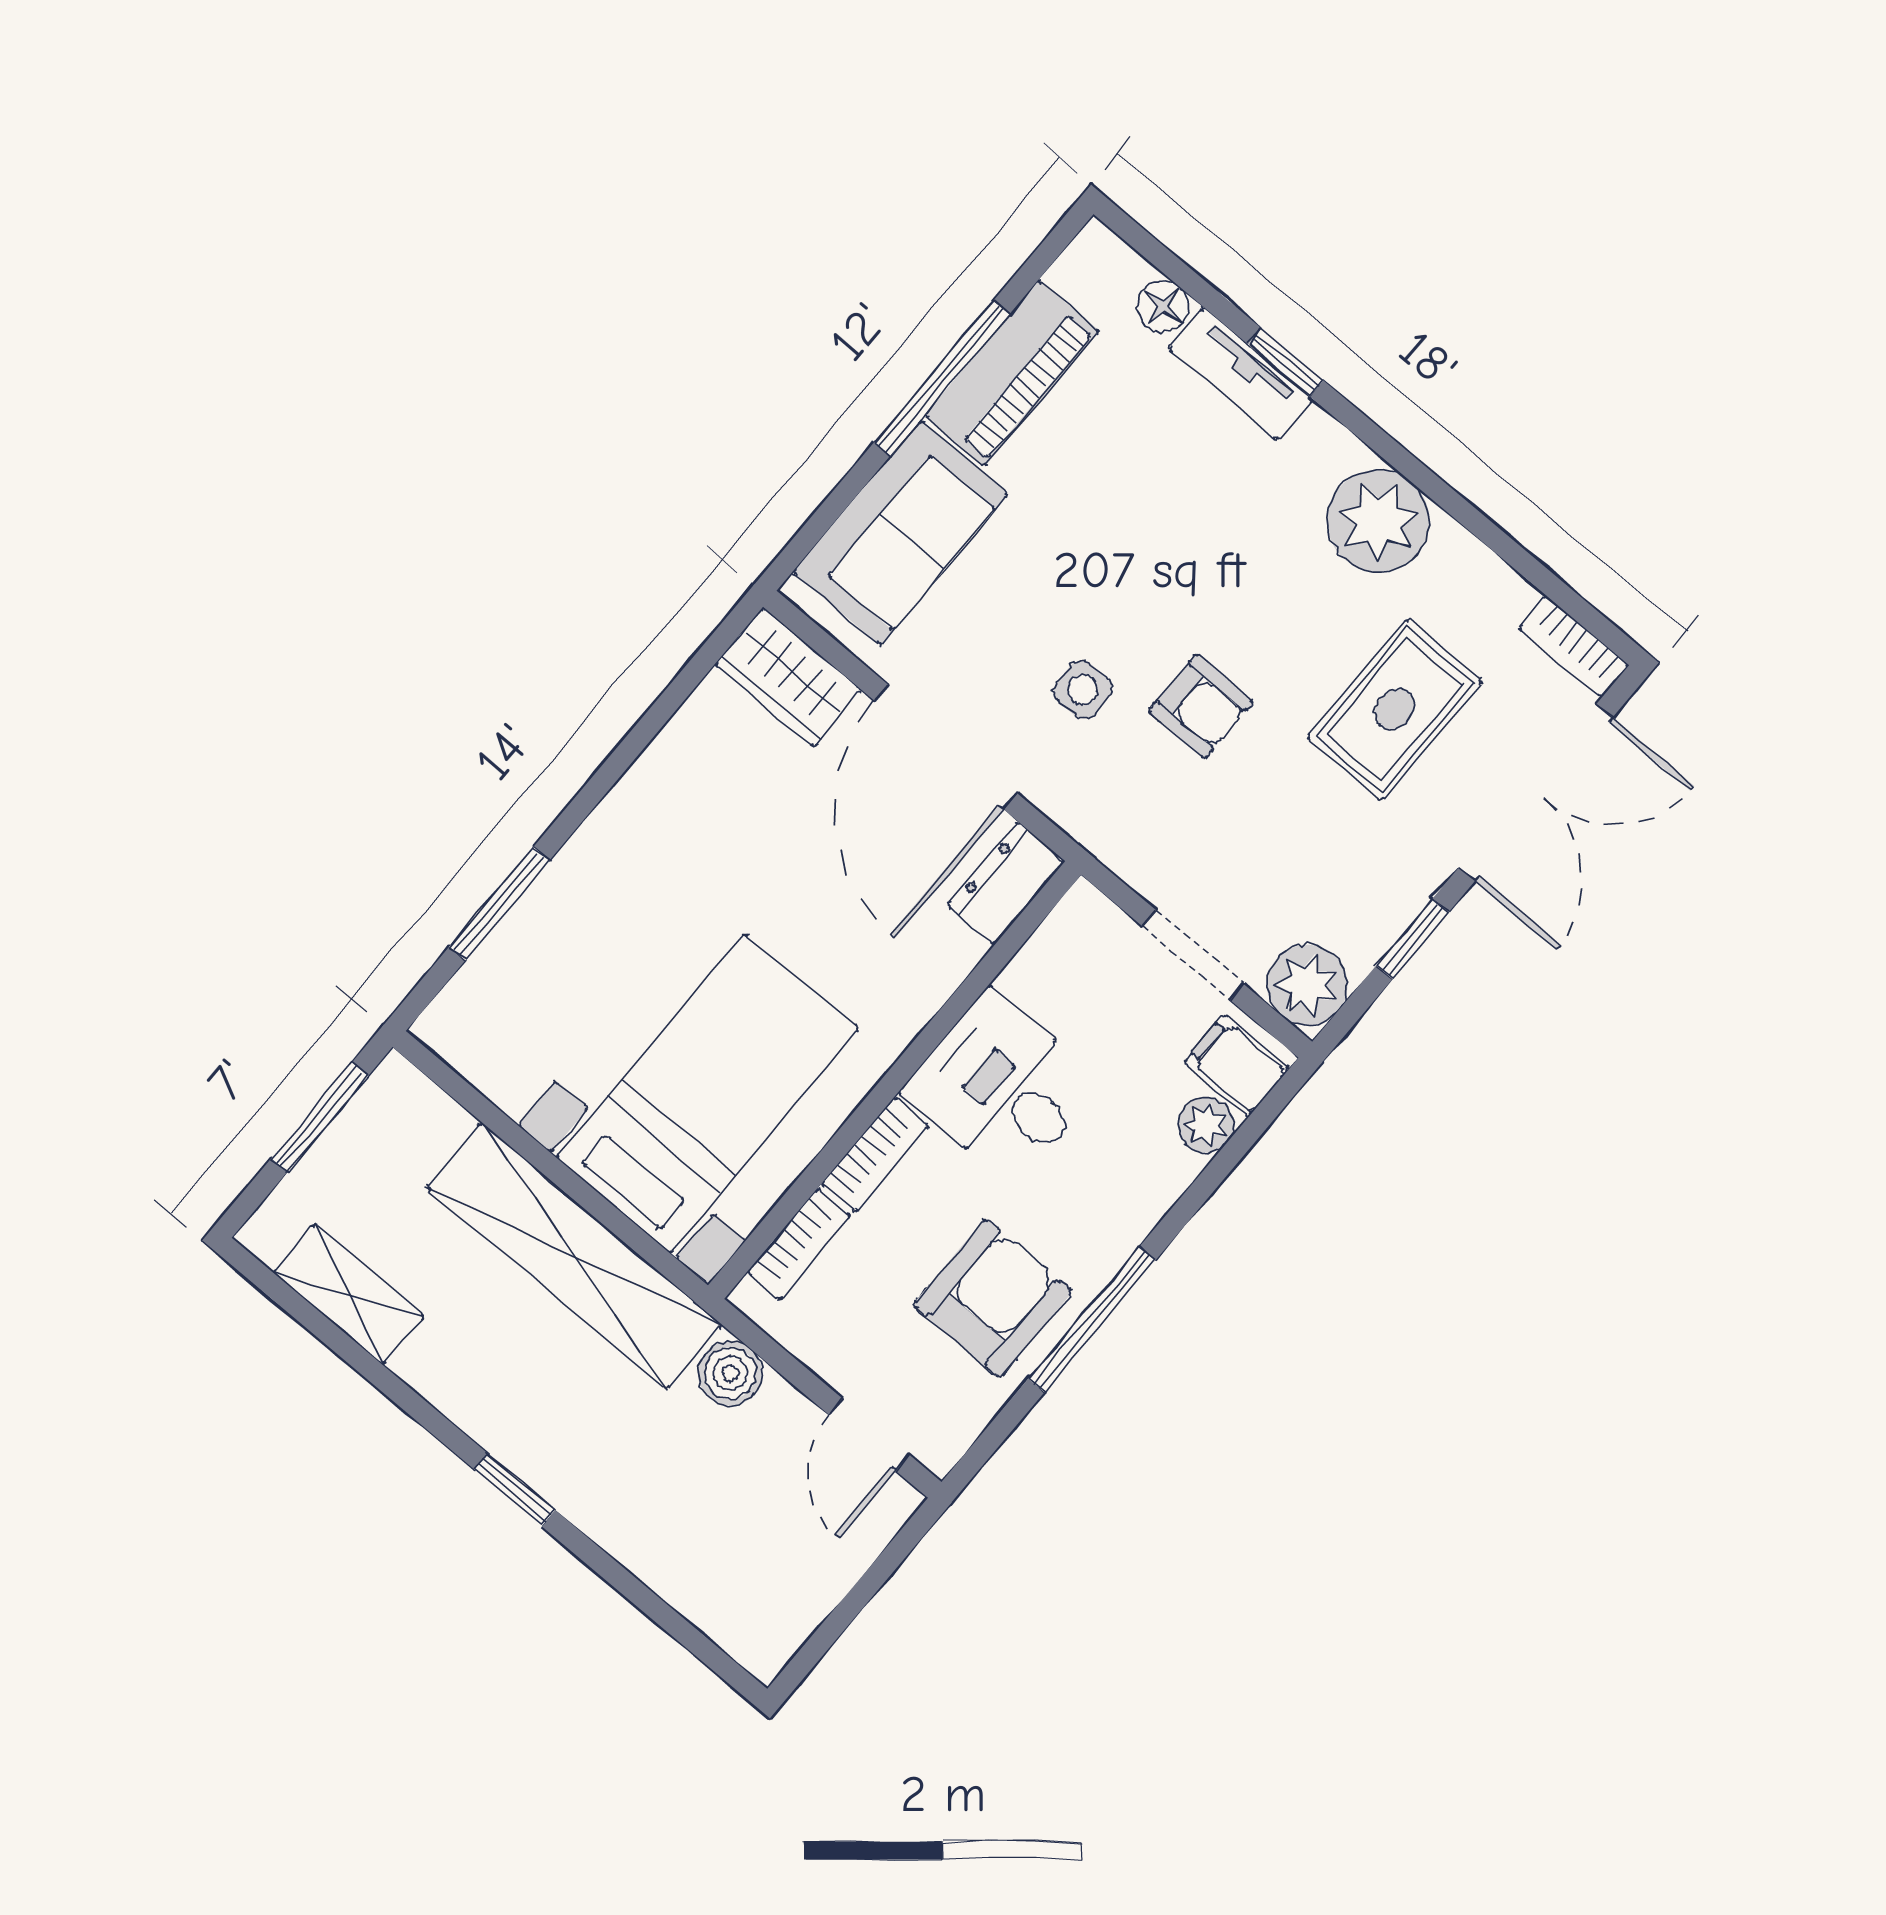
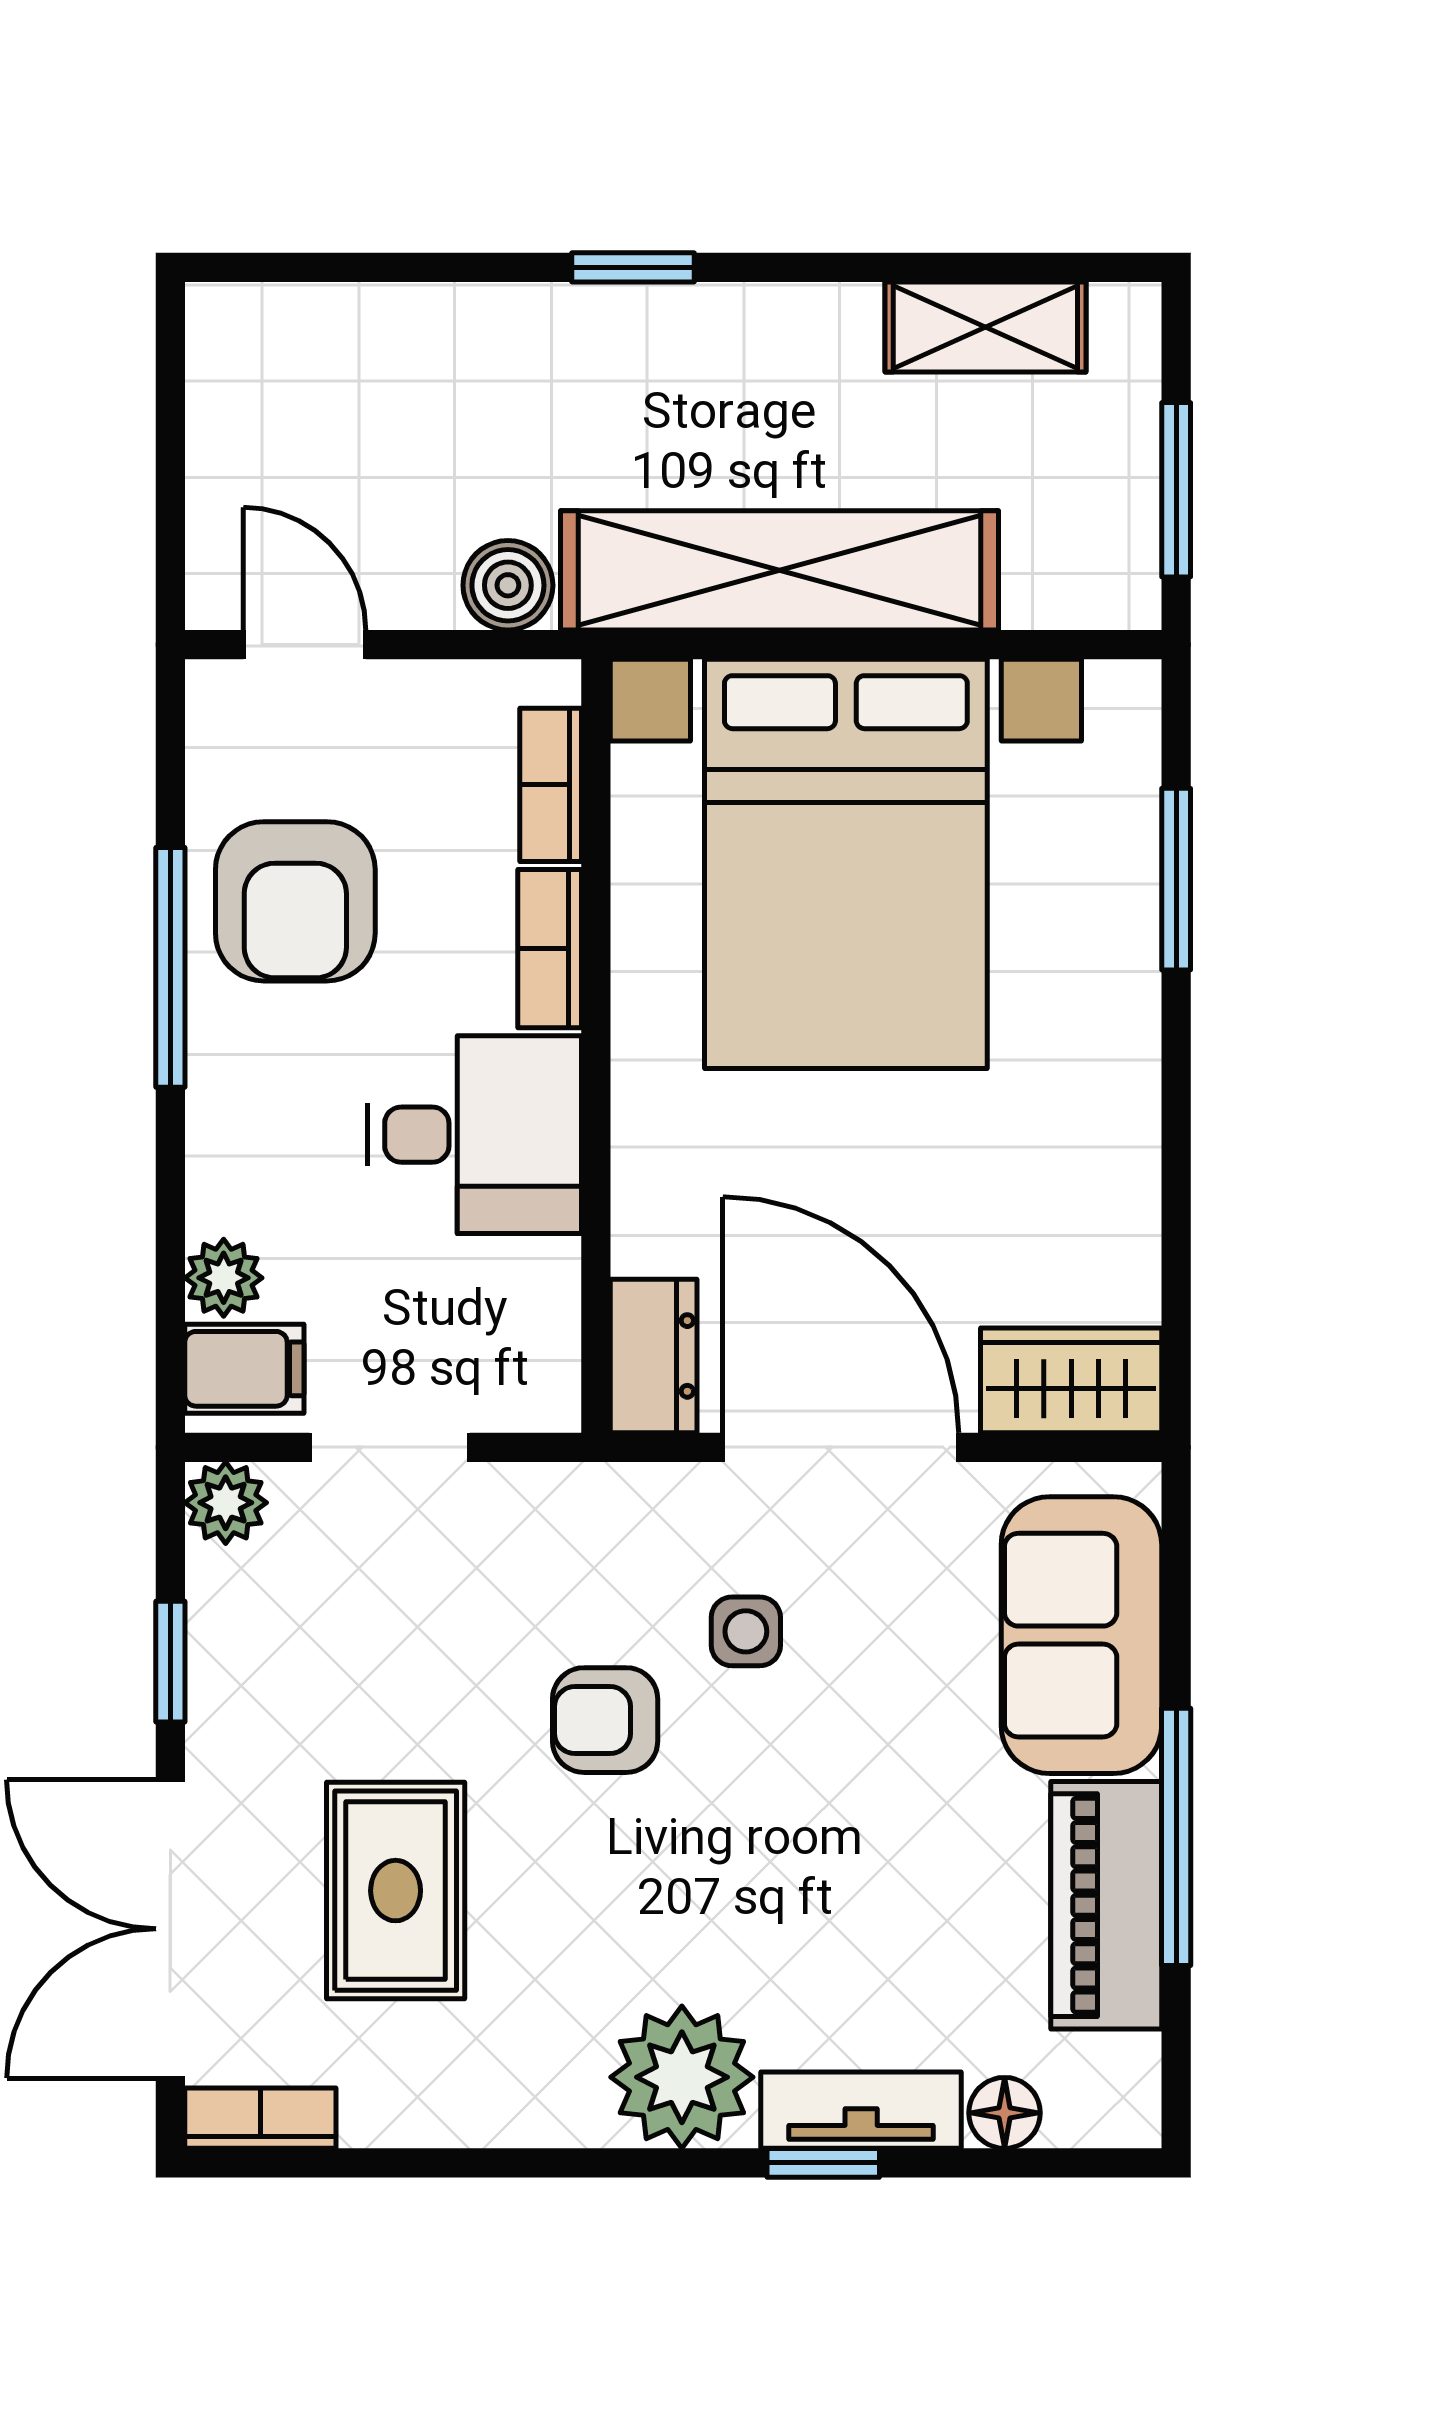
plant: (1378, 521) -> (682, 2077), moved
plant: (1307, 985) -> (226, 1503), width x0.73, depth x0.73
bed with nightstands: (708, 1093) -> (846, 864), width x1.36

